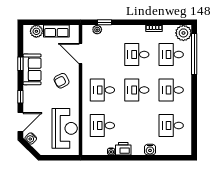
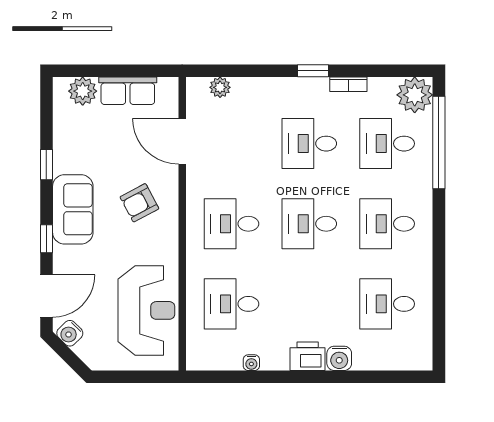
window: (104, 22) -> (313, 71), moved
sofa: (32, 69) -> (73, 209), moved
printer: (123, 149) -> (308, 356), moved

